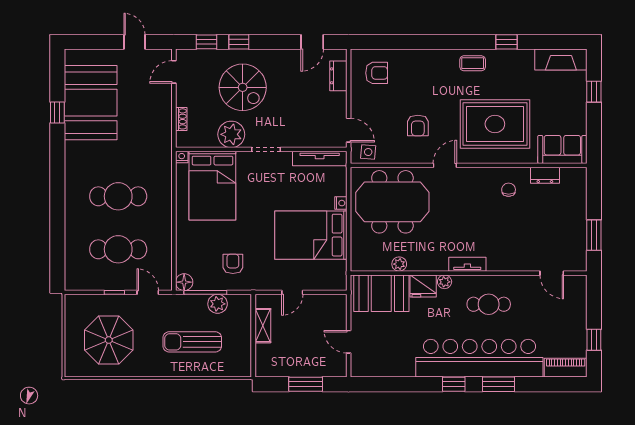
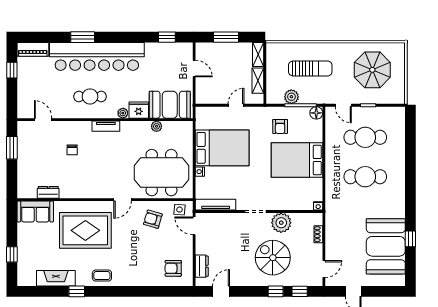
fireplace: (561, 60) -> (56, 278), moved
armchair: (418, 126) -> (153, 219), moved, turned -74
bed: (212, 186) -> (297, 160), moved, turned -90
chair: (509, 190) -> (72, 150), moved
shelving: (262, 361) -> (258, 55), added
window: (454, 384) -> (167, 37), moved

